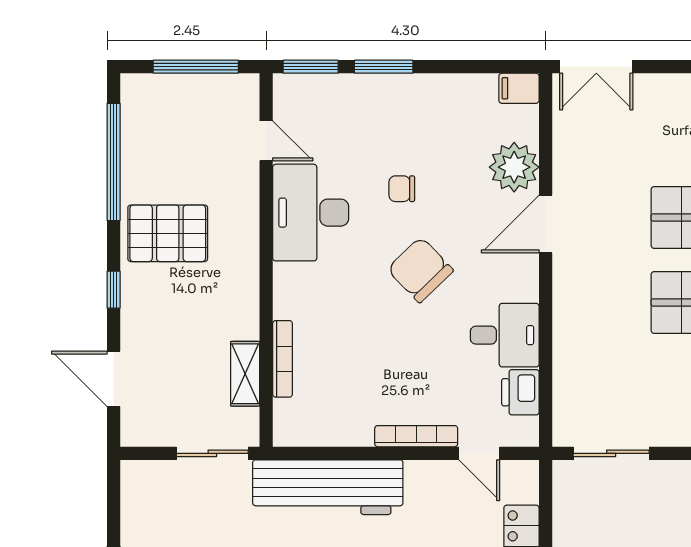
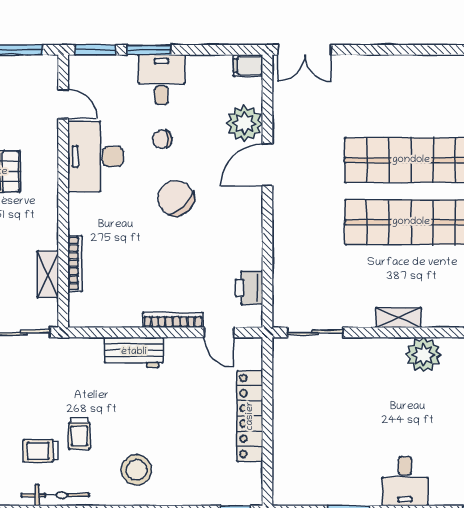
desk: (505, 335) -> (161, 80), moved, turned -90
workbench: (328, 487) -> (134, 352), width x0.53, depth x0.76

